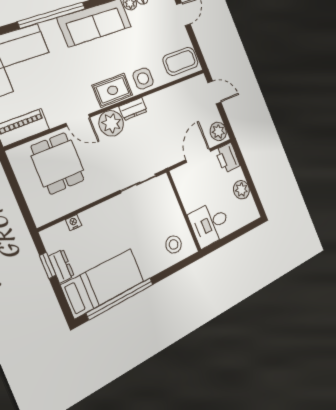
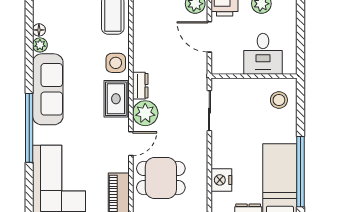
nightstand: (74, 222) -> (221, 180), width x1.89, depth x1.79
desk: (210, 224) -> (263, 54), moved

